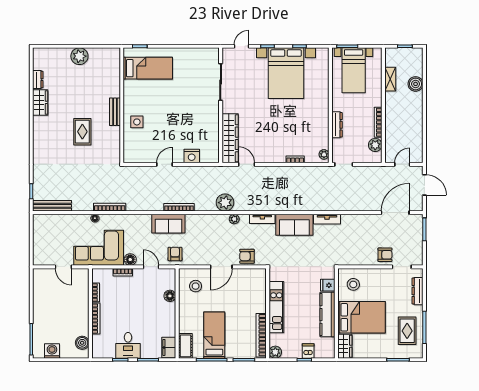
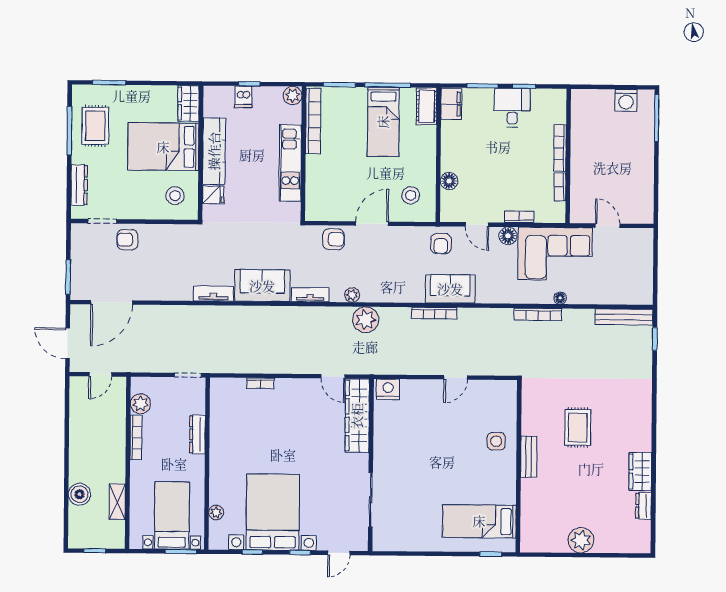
plant: (324, 154) -> (216, 513), moved
nightstand: (192, 156) -> (388, 389), moved
boiler: (82, 343) -> (581, 112), removed

